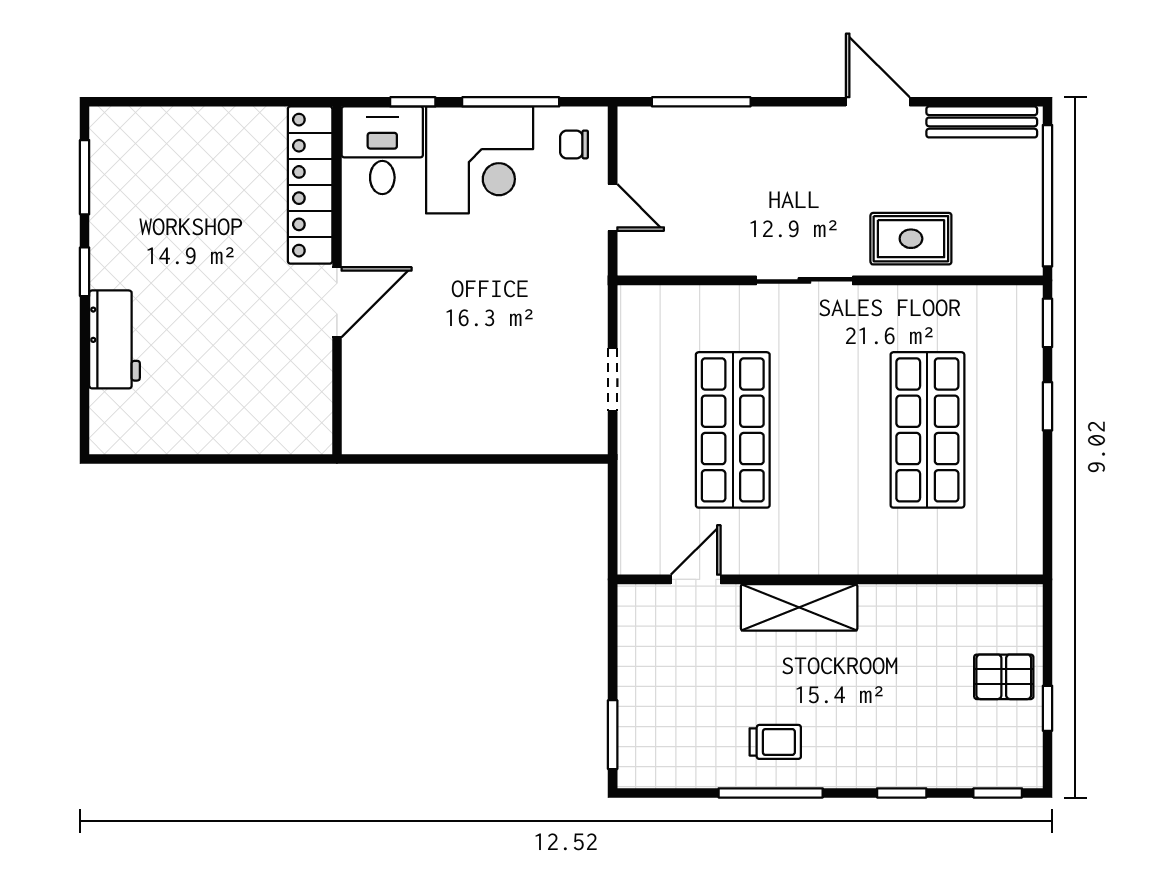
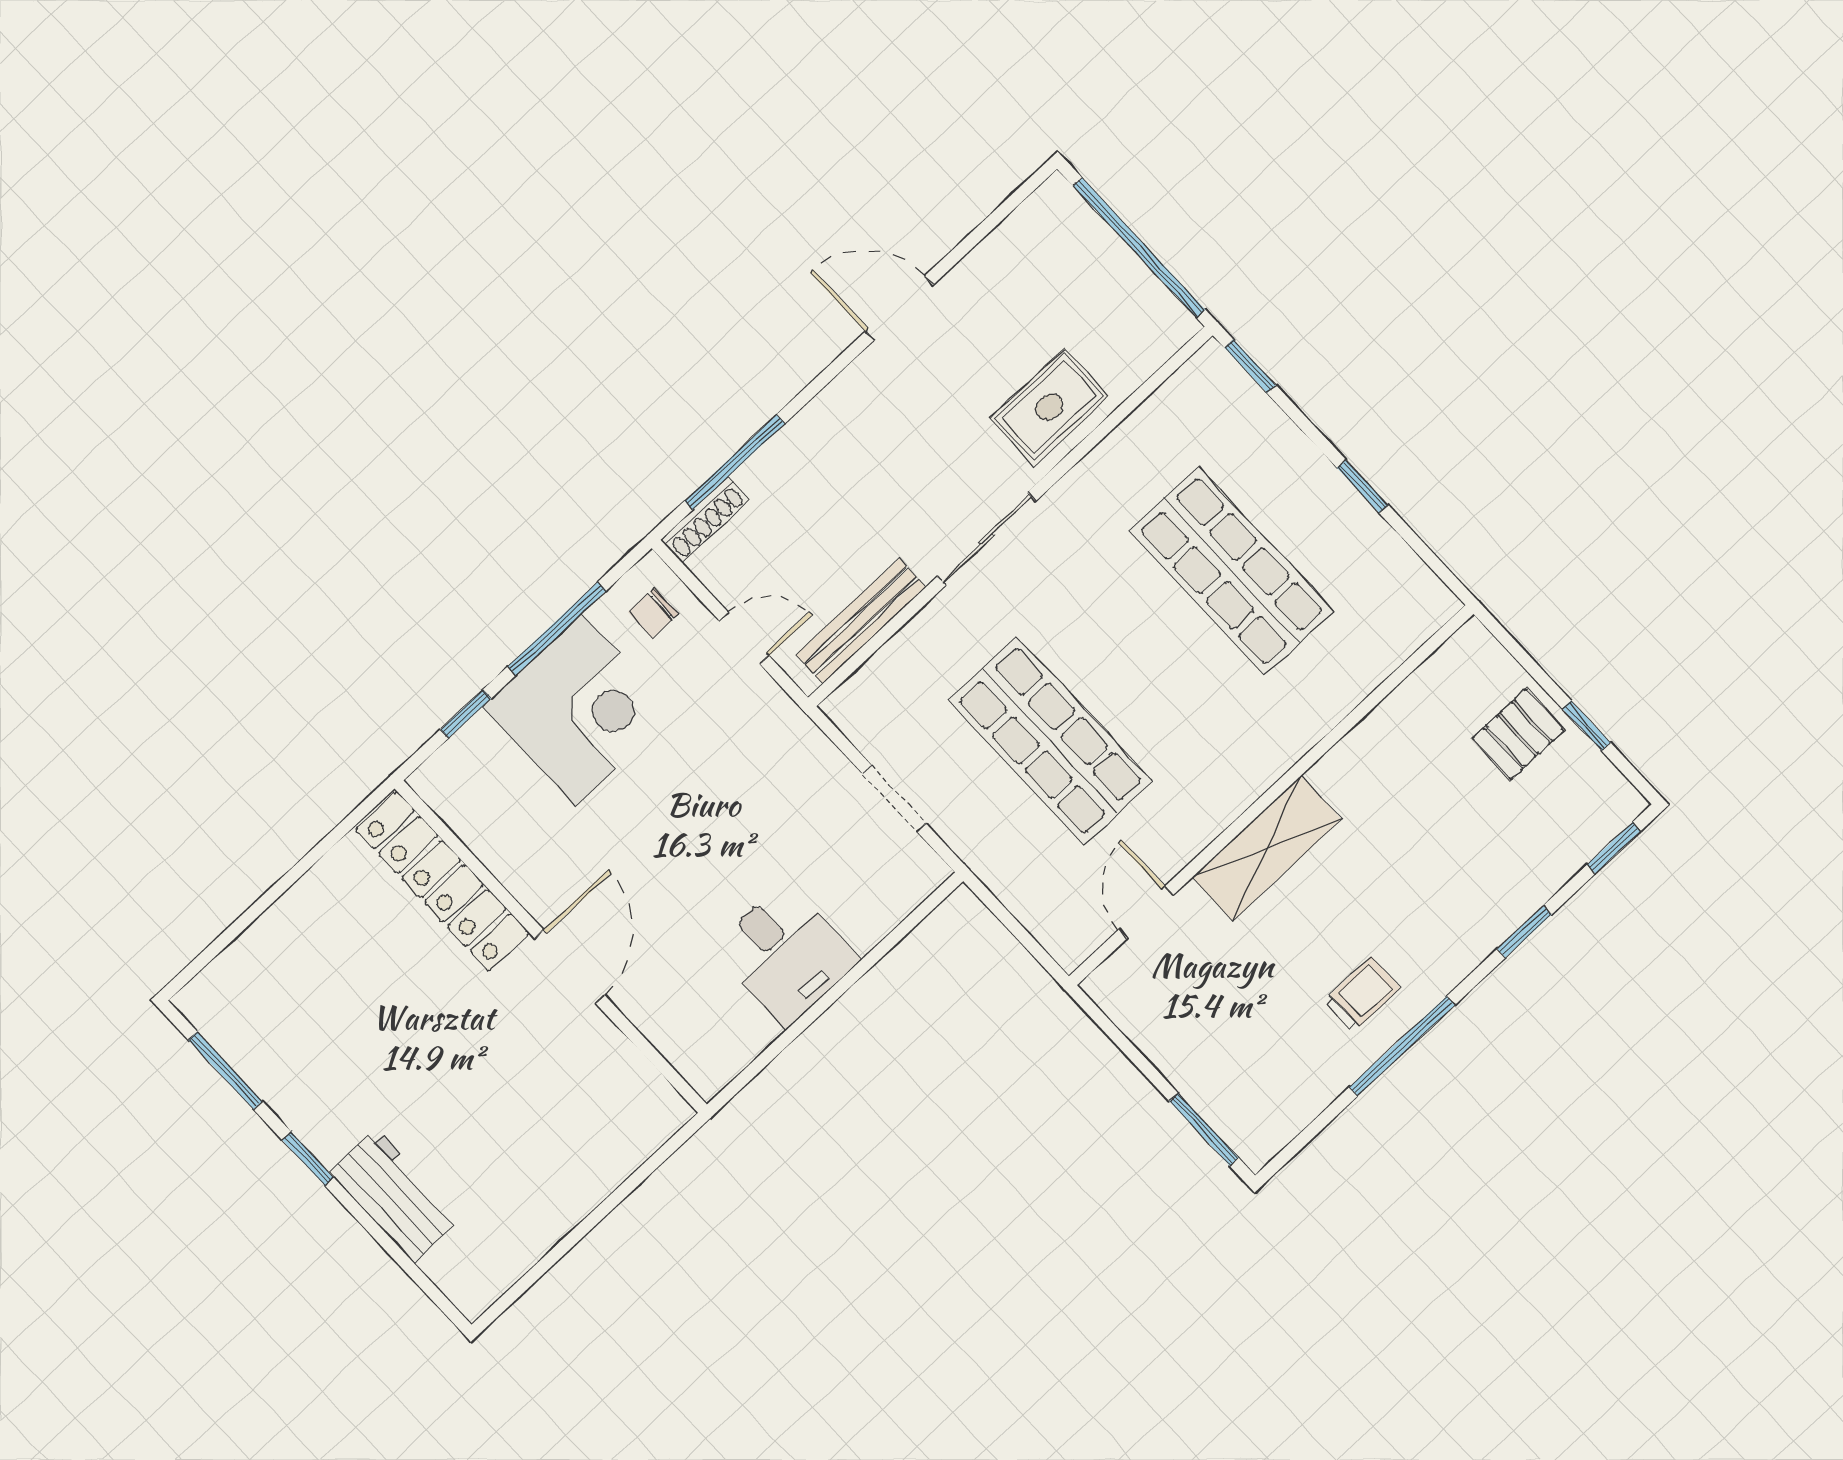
shoe rack: (654, 119) -> (705, 520), added
bench: (982, 122) -> (861, 621), moved
desk: (382, 150) -> (786, 954), moved, turned 180
window: (1048, 406) -> (1362, 486), moved

